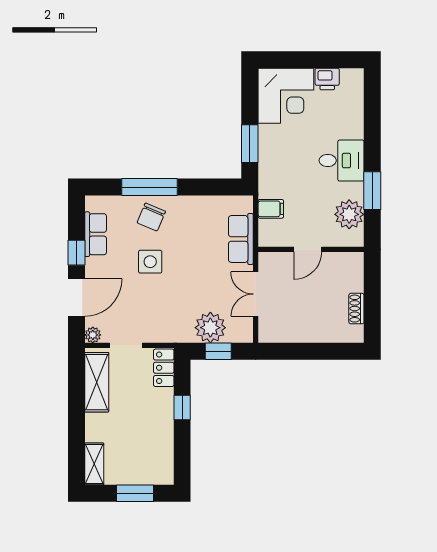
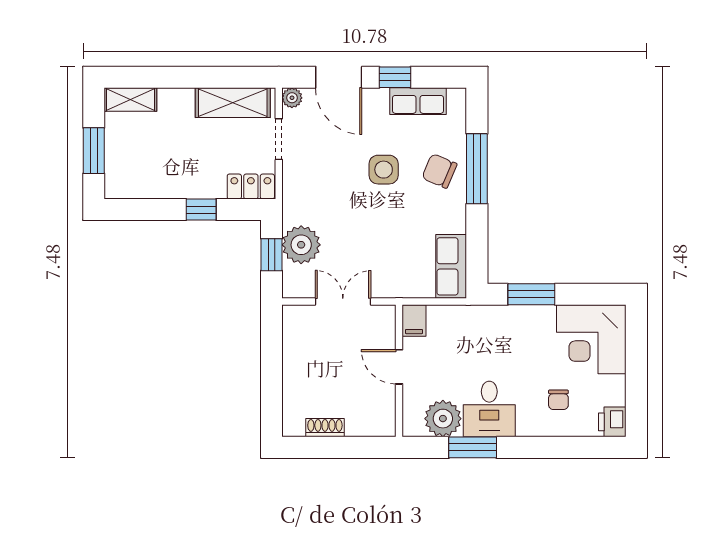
printer: (327, 79) -> (612, 422), moved
chair: (334, 122) -> (558, 400), added
desk: (342, 161) -> (489, 409), moved
filing cabinet: (271, 209) -> (414, 320), moved
row of seats: (241, 239) -> (451, 266), moved, turned -90

